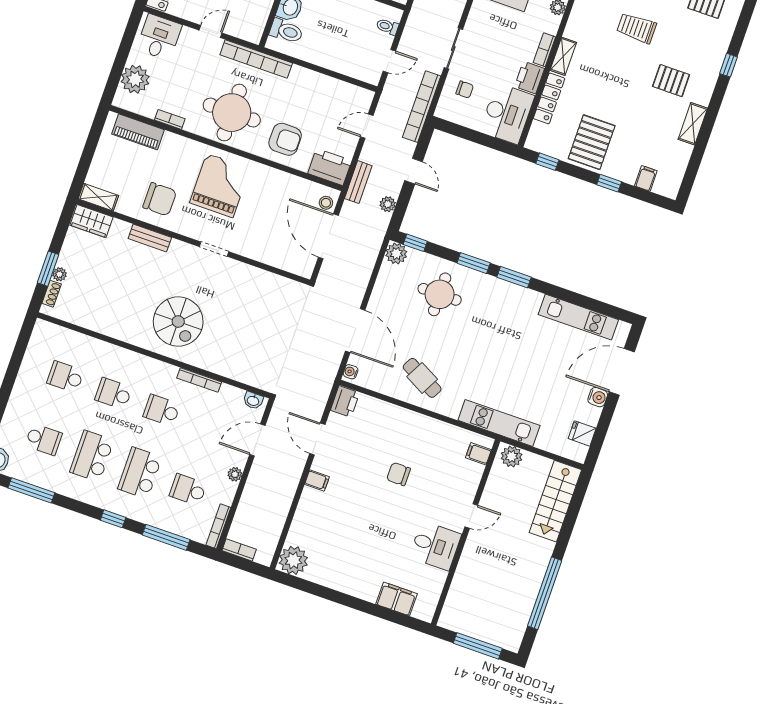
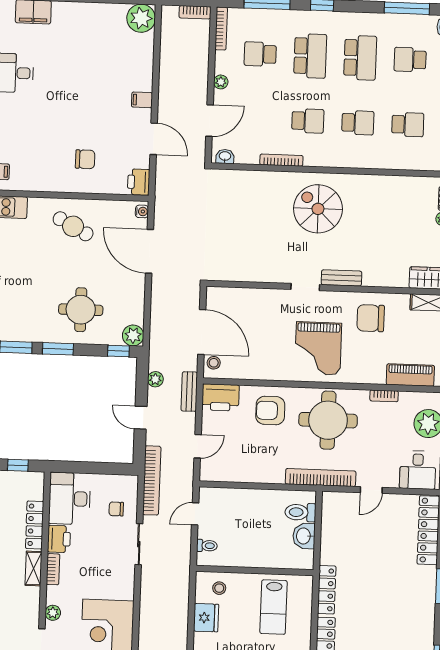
bench: (150, 238) -> (341, 278), moved
chair: (399, 474) -> (85, 159), moved
school desk: (188, 490) -> (260, 54), turned 180

